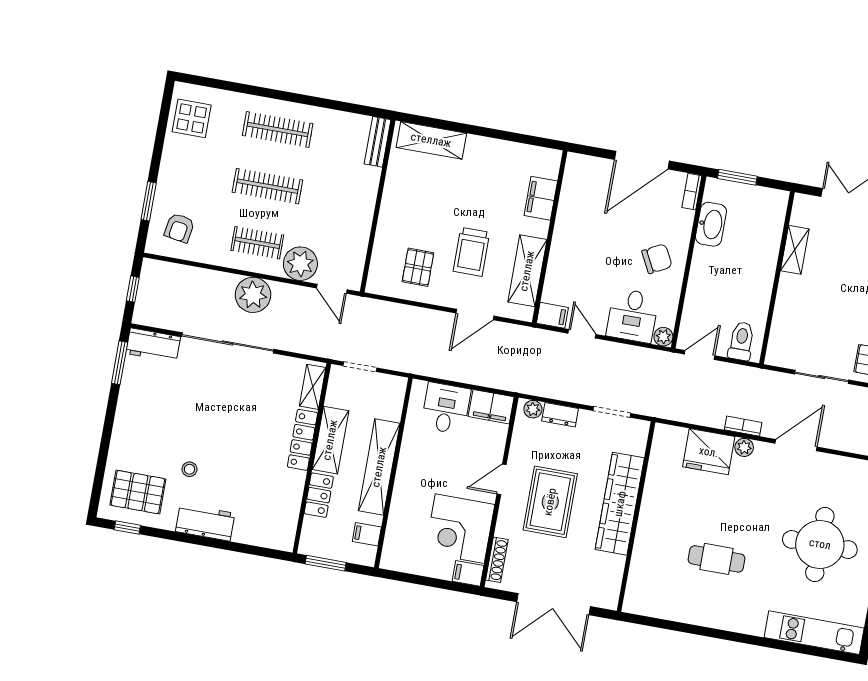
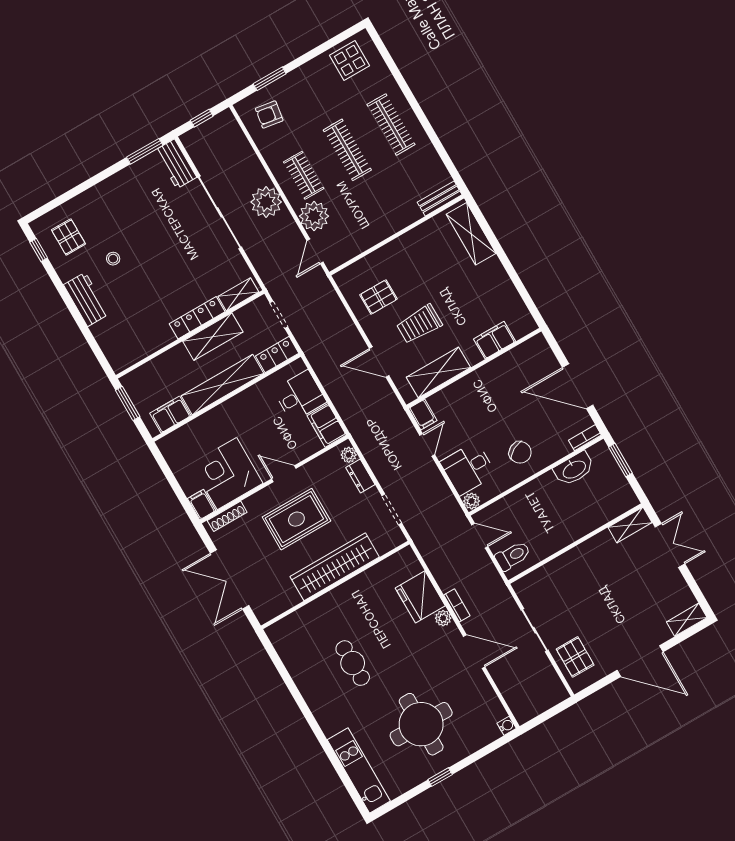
shelving: (795, 250) -> (630, 525), moved
pallet: (138, 492) -> (68, 237), width x0.67, depth x0.71
locker: (319, 495) -> (277, 355), moved, turned 180
filing cabinet: (367, 534) -> (170, 415), width x2.00

